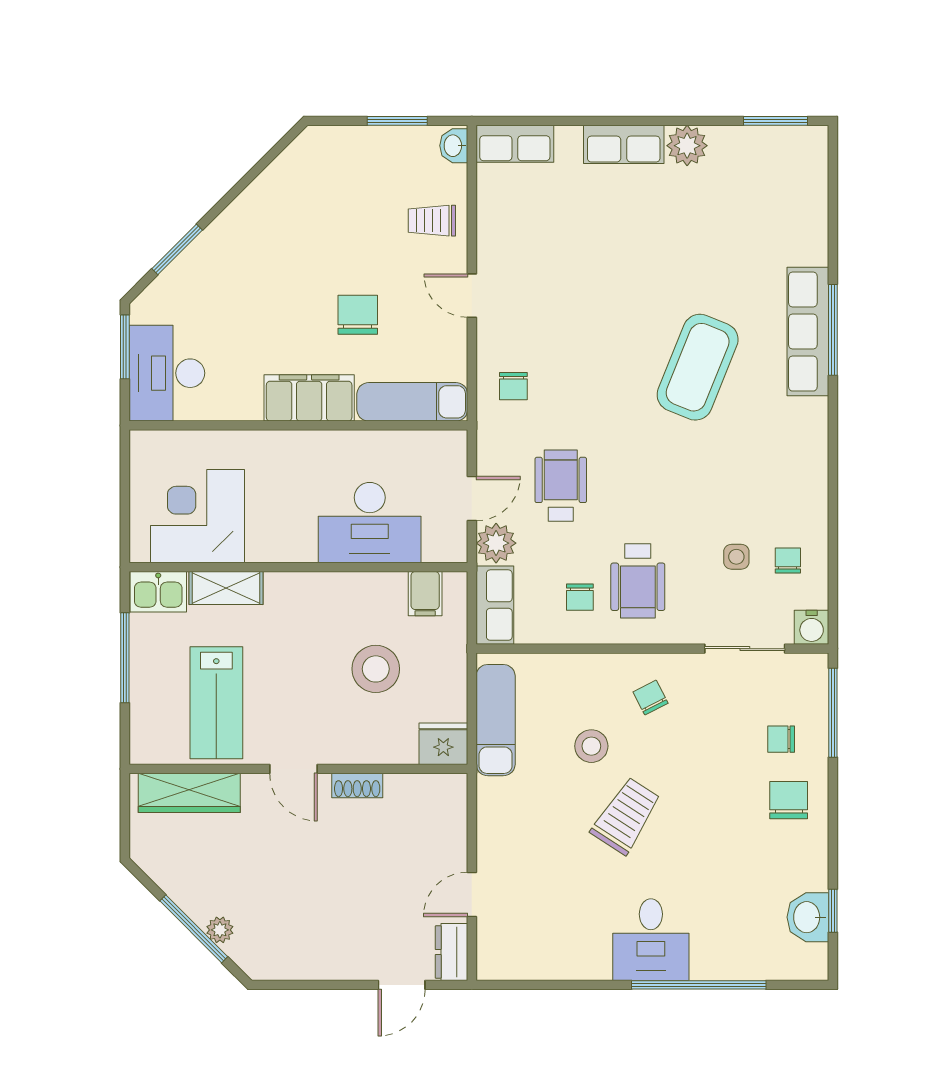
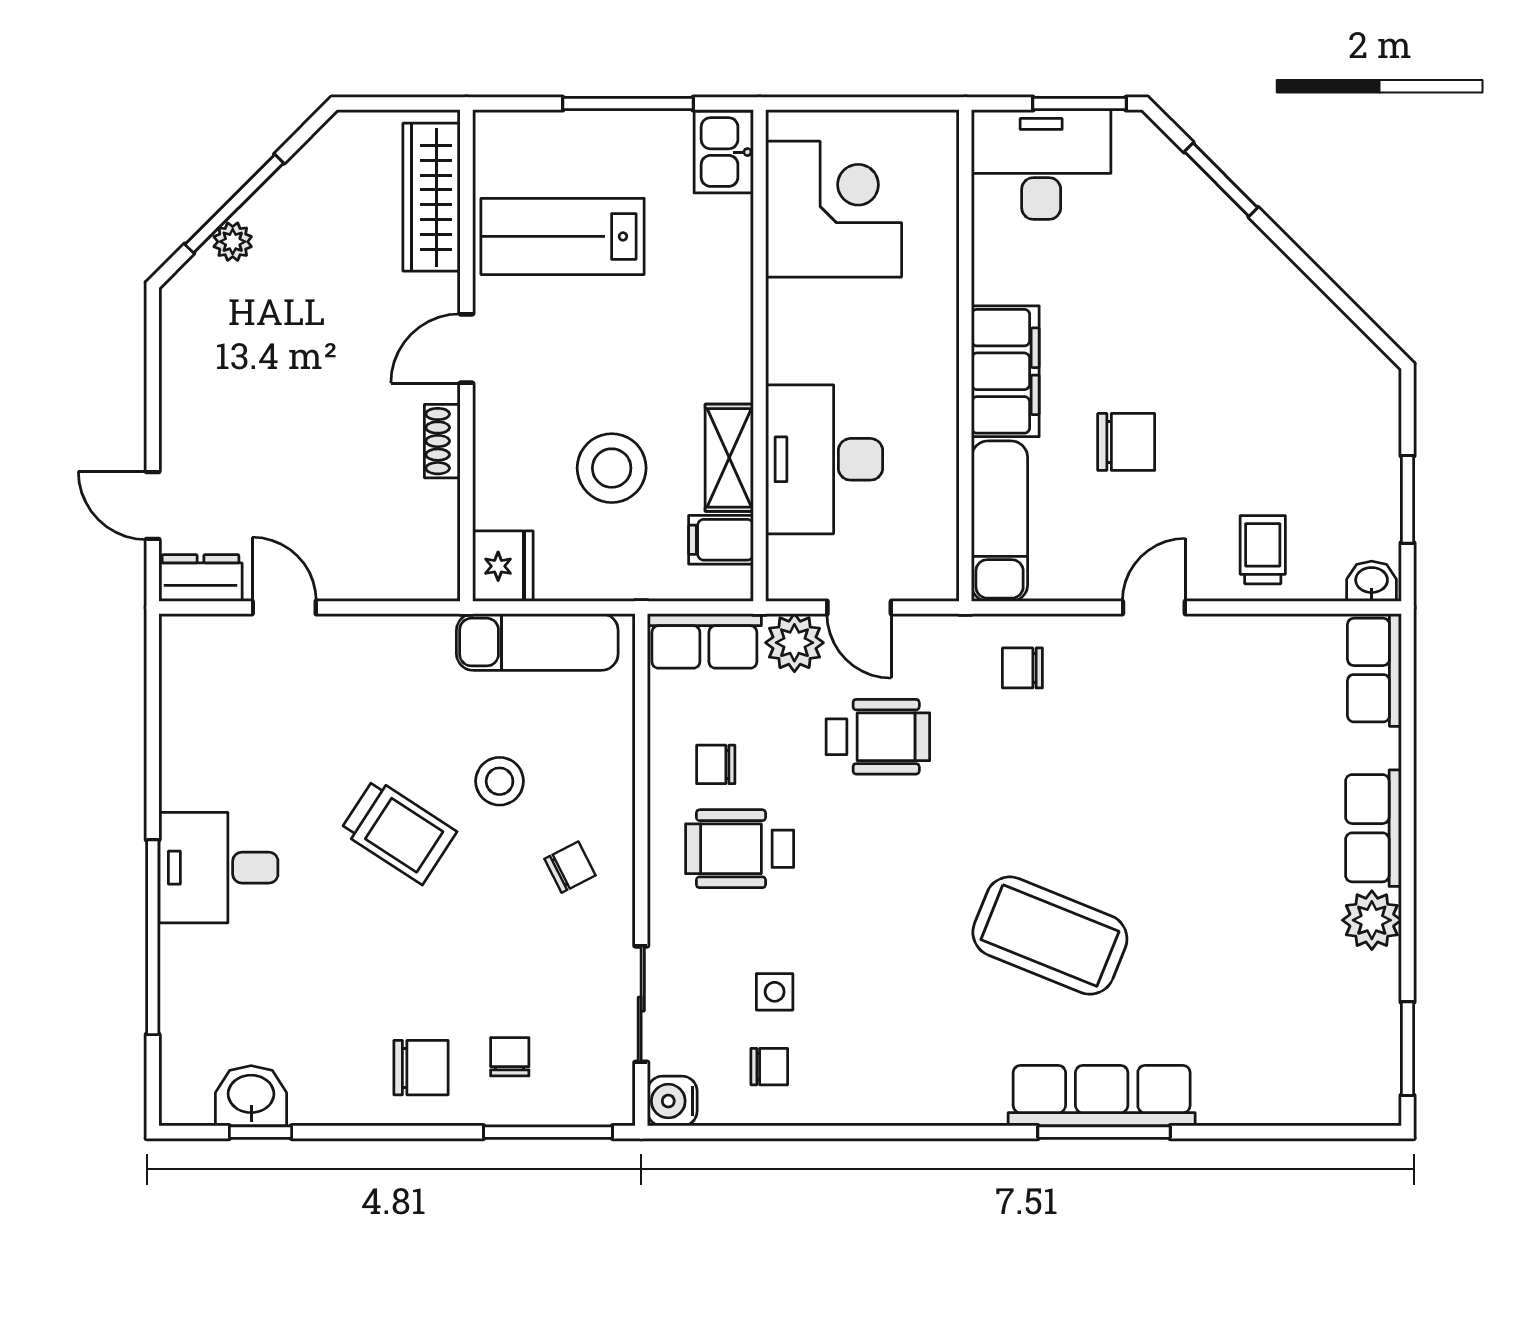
shelving: (226, 588) -> (729, 458), moved

